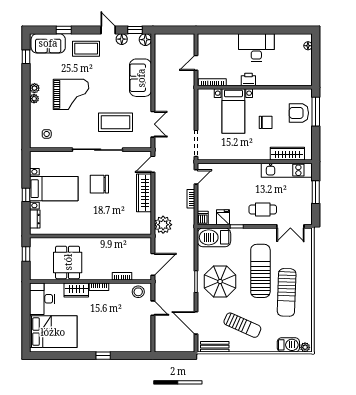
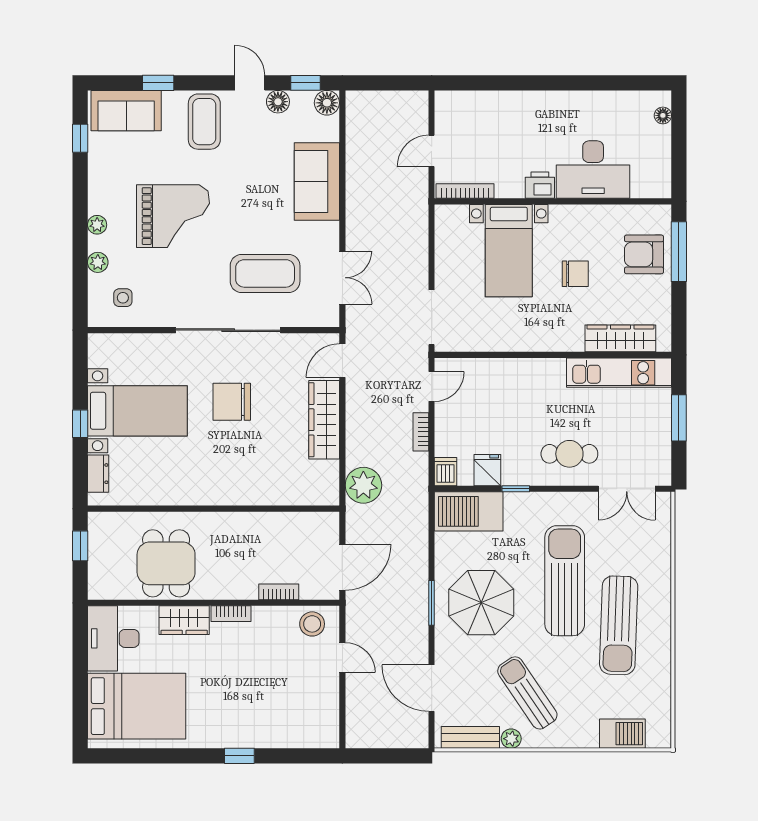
desk: (256, 48) -> (593, 170), moved, turned 180
coffee table: (86, 49) -> (204, 122), turned 90
plant: (34, 88) -> (98, 262), moved
sun lounger: (242, 325) -> (527, 693), turned -148
plant: (305, 347) -> (511, 739), moved

